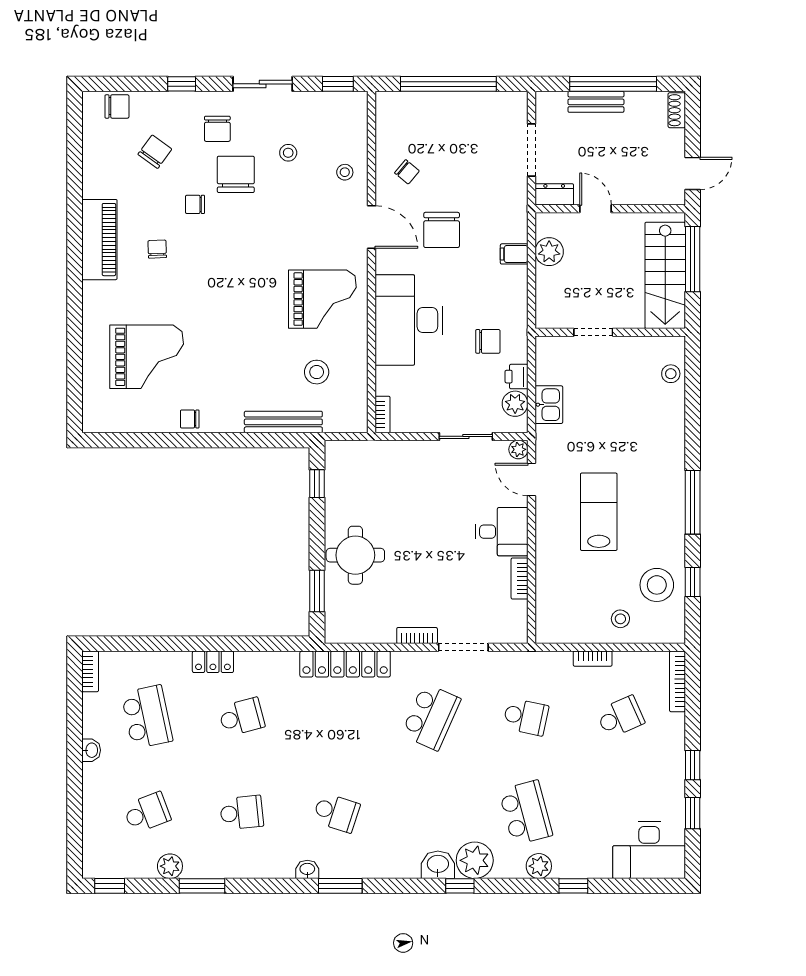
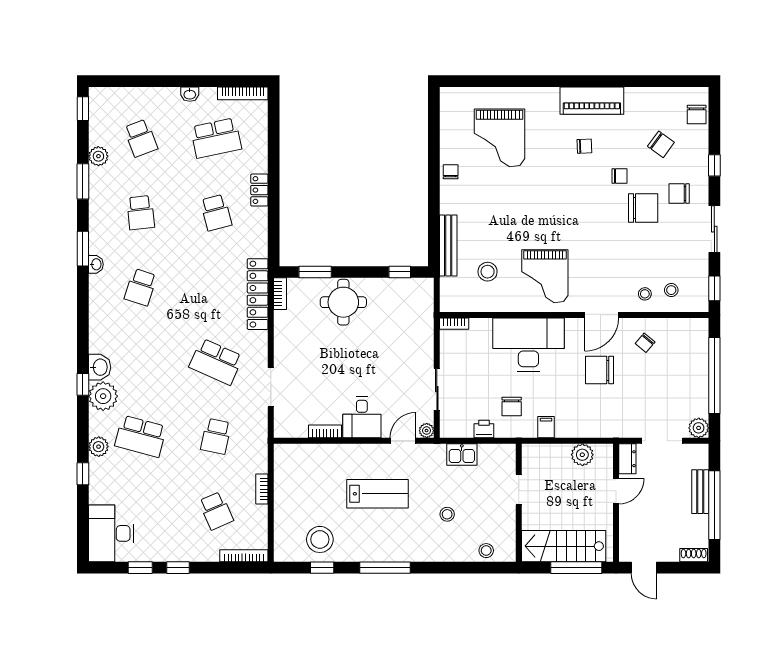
stool: (288, 153) -> (671, 290), moved
chair: (195, 204) -> (619, 176), turned 90
filing cabinet: (514, 254) -> (546, 427), moved
plant: (515, 404) -> (699, 428), moved
stool: (620, 619) -> (447, 514), moved
bookcase: (417, 636) -> (280, 294), moved
bookcase: (90, 671) -> (243, 93), width x1.56
school desk: (526, 813) -> (141, 436), turned 30
window: (340, 886) -> (83, 249), moved

